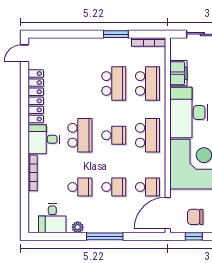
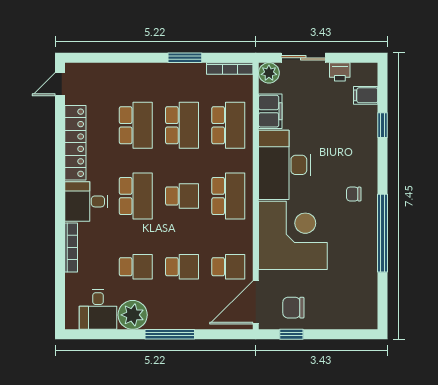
plant: (177, 45) -> (269, 73), added
school desk: (80, 84) -> (136, 125), added
plant: (78, 227) -> (133, 315), width x1.87, depth x1.87

